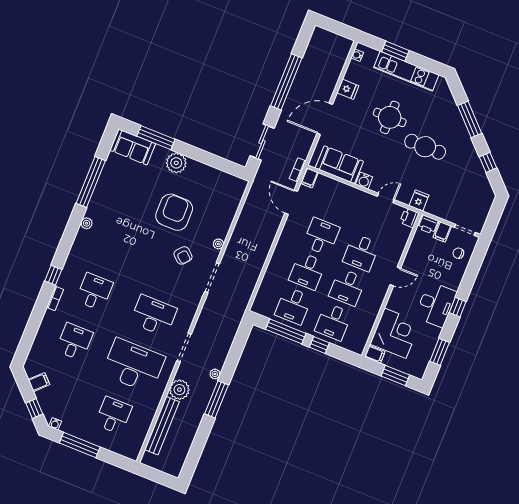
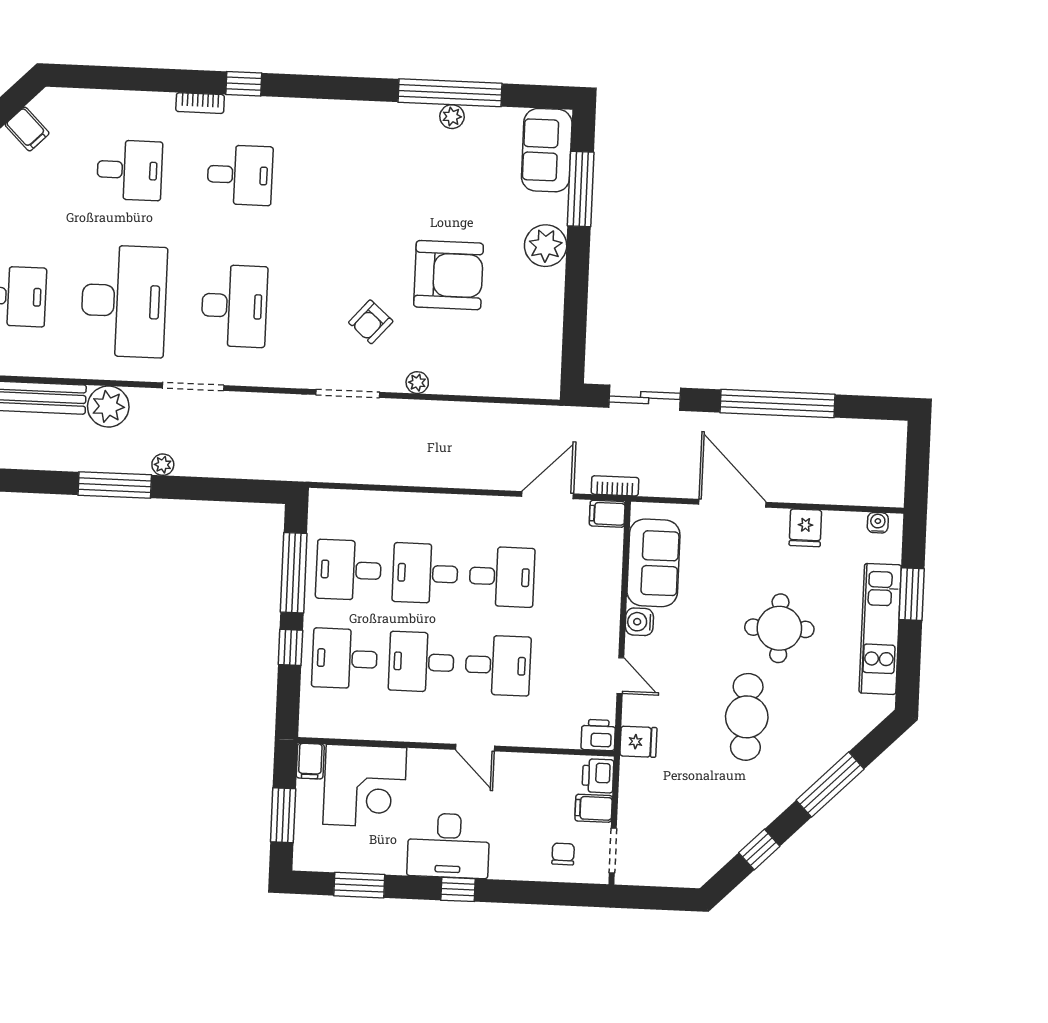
plant: (87, 223) -> (452, 117), moved
desk: (361, 253) -> (498, 665), turned 180

